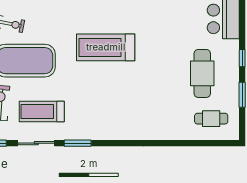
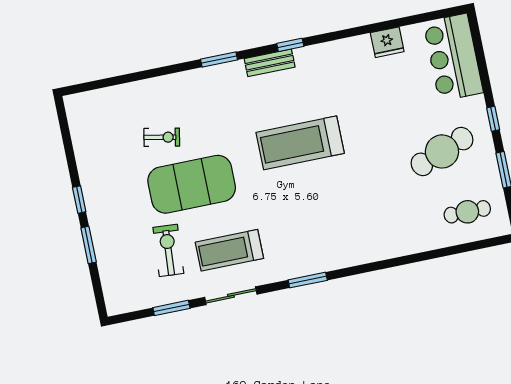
cafe table: (202, 73) -> (442, 151), turned 69
window: (78, 143) -> (308, 280), moved

